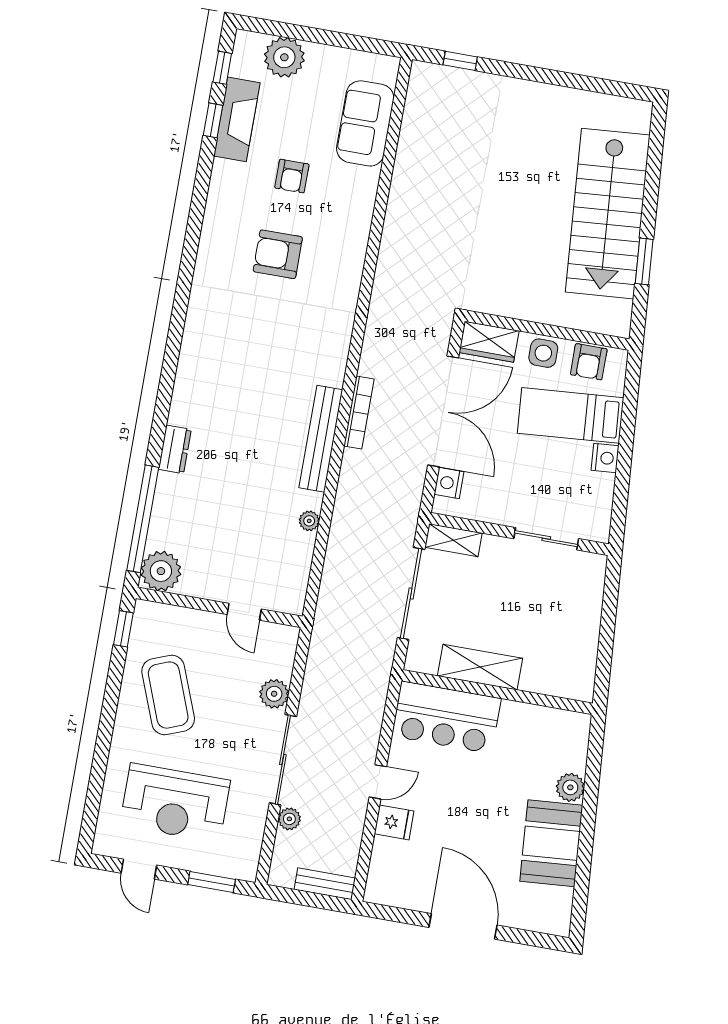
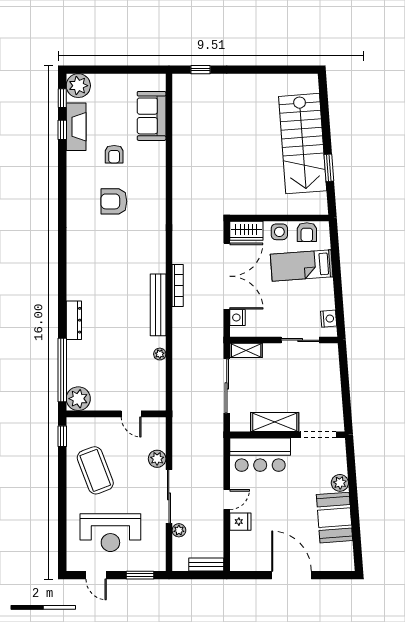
plant: (284, 57) -> (78, 86), moved
dresser: (175, 449) -> (74, 320), width x1.44
nightstand: (605, 458) -> (329, 319), moved
doorway: (548, 701) -> (318, 435), added

